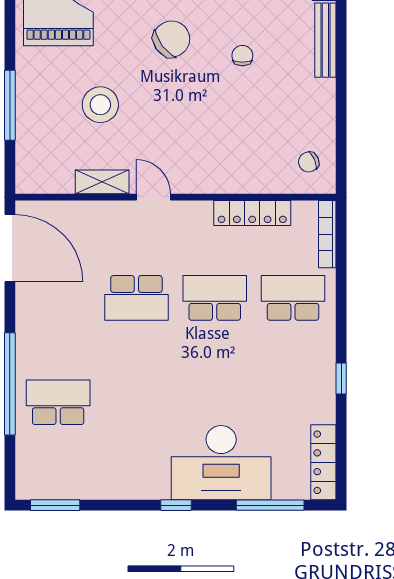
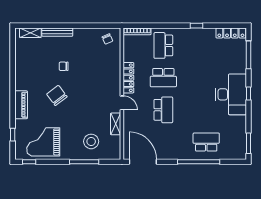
stool: (100, 105) -> (91, 141), moved
door: (153, 197) -> (122, 103), swing flipped
locker: (252, 213) -> (128, 78), moved
door: (10, 248) -> (143, 162), hinge flipped
school desk: (215, 298) -> (163, 78), turned -90
school desk: (58, 402) -> (206, 142), turned 90
desk: (221, 463) -> (231, 94), moved

